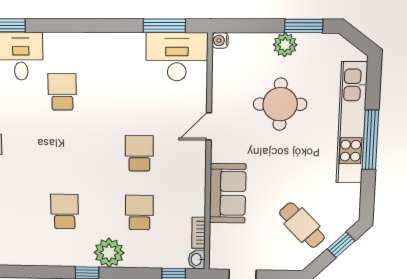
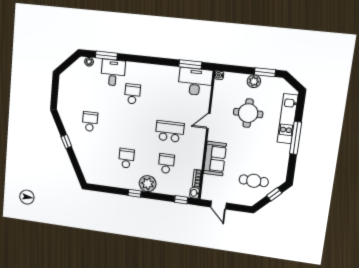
kitchen unit: (352, 123) -> (287, 119), width x0.73
school desk: (139, 153) -> (170, 131), width x1.85
cafe table: (302, 225) -> (254, 181), turned -46

